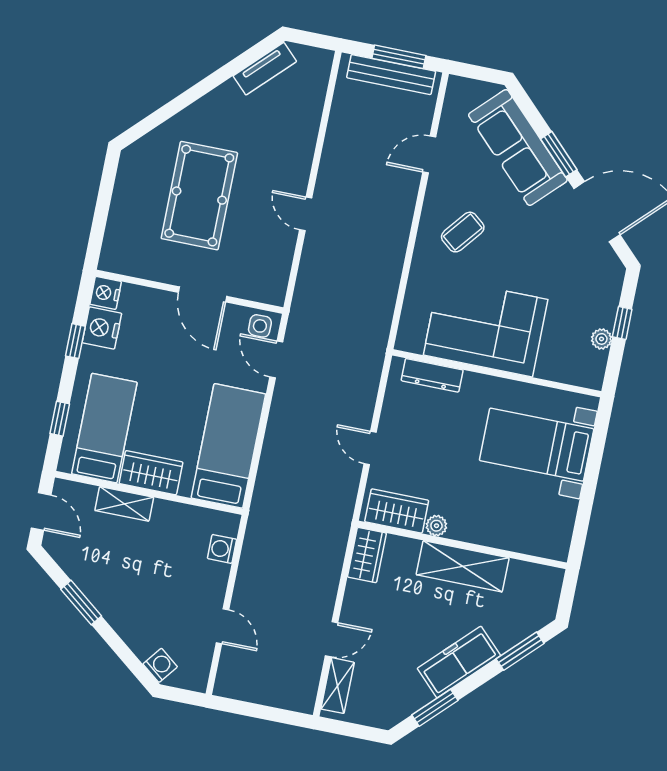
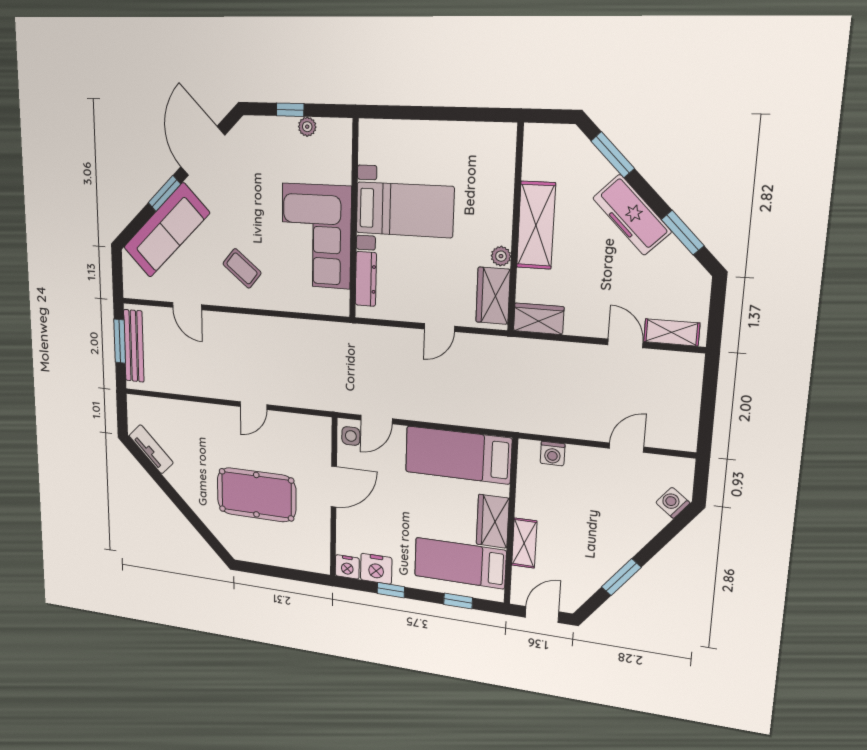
bed with nightstands: (537, 445) -> (405, 210), moved, turned -90

